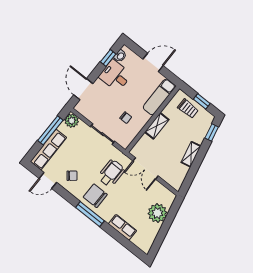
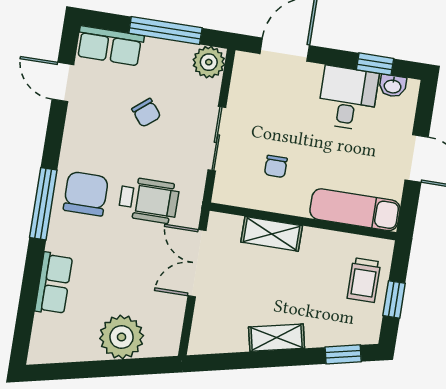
shelving: (157, 126) -> (272, 234), moved
row of seats: (48, 149) -> (110, 46), width x0.68
chair: (72, 176) -> (146, 113), moved

